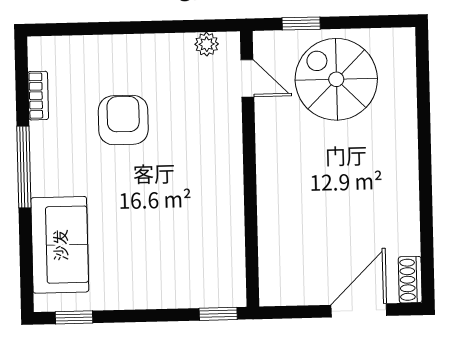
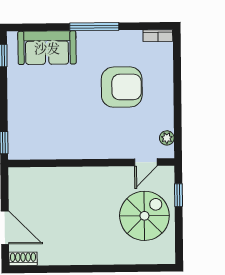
bookcase: (38, 96) -> (158, 36), moved
armchair: (123, 120) -> (122, 87), width x1.36, depth x1.36

